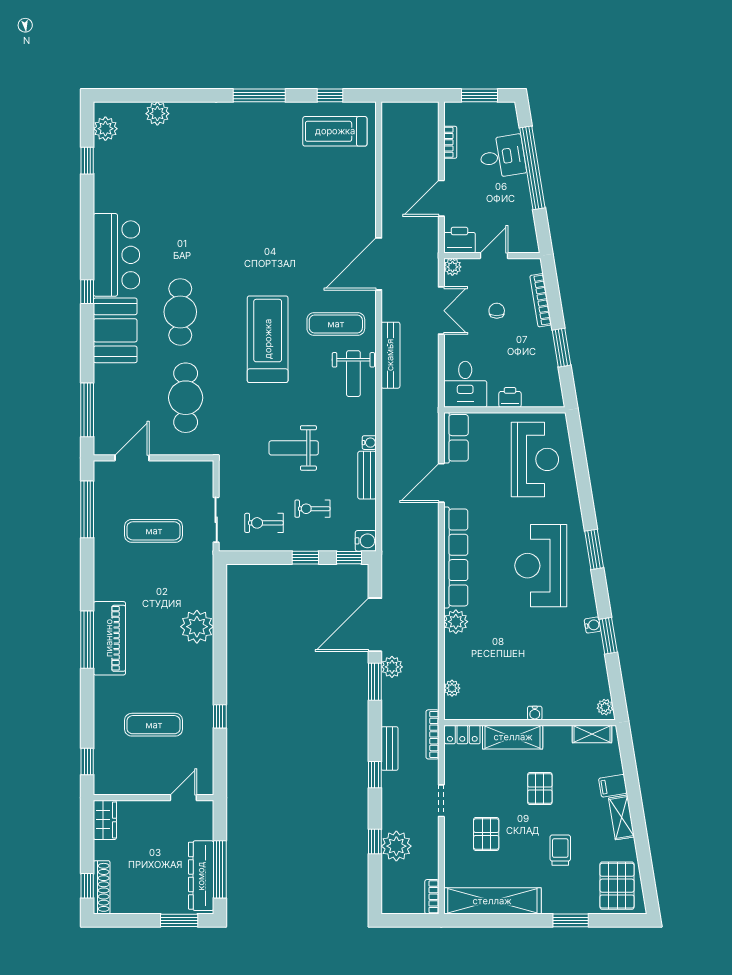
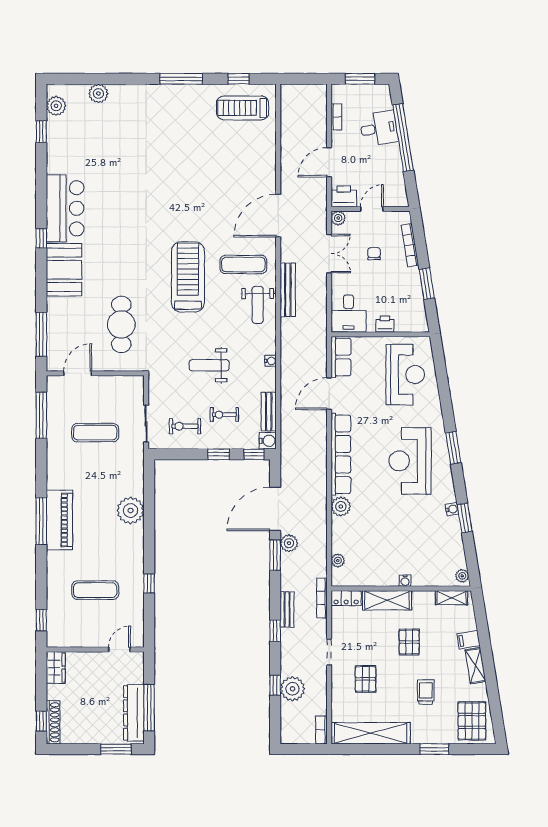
cafe table: (180, 312) -> (117, 255), removed
bench: (367, 475) -> (269, 412), moved

